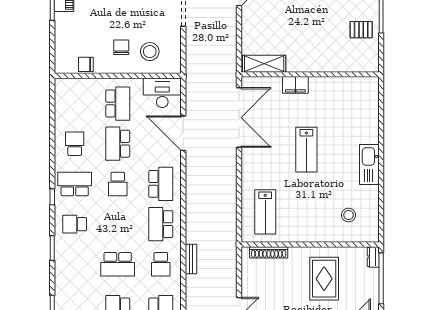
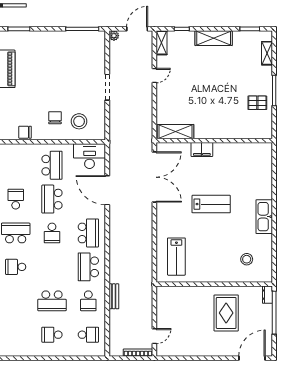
lab bench: (306, 150) -> (211, 204), turned -90
shoe rack: (269, 252) -> (179, 291), removed

